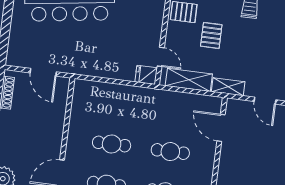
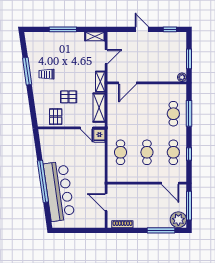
door: (161, 57) -> (87, 128), swing flipped
door: (43, 72) -> (106, 202), swing flipped
cafe table: (170, 152) -> (121, 152), moved

